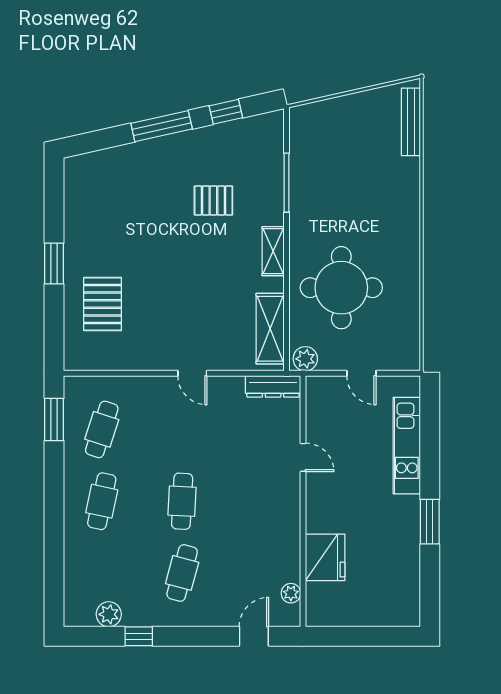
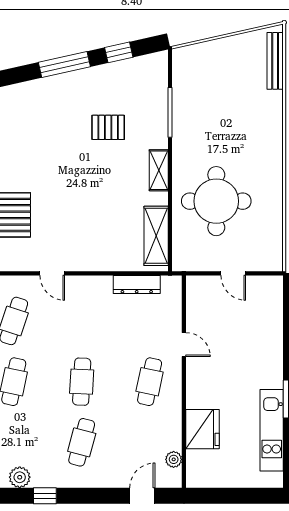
plant: (305, 359) -> (186, 261), removed
door: (192, 373) -> (52, 273), moved
dresser: (273, 386) -> (137, 285), moved
kitchen unit: (407, 446) -> (272, 430), moved
cafe table: (262, 501) -> (150, 382), added

